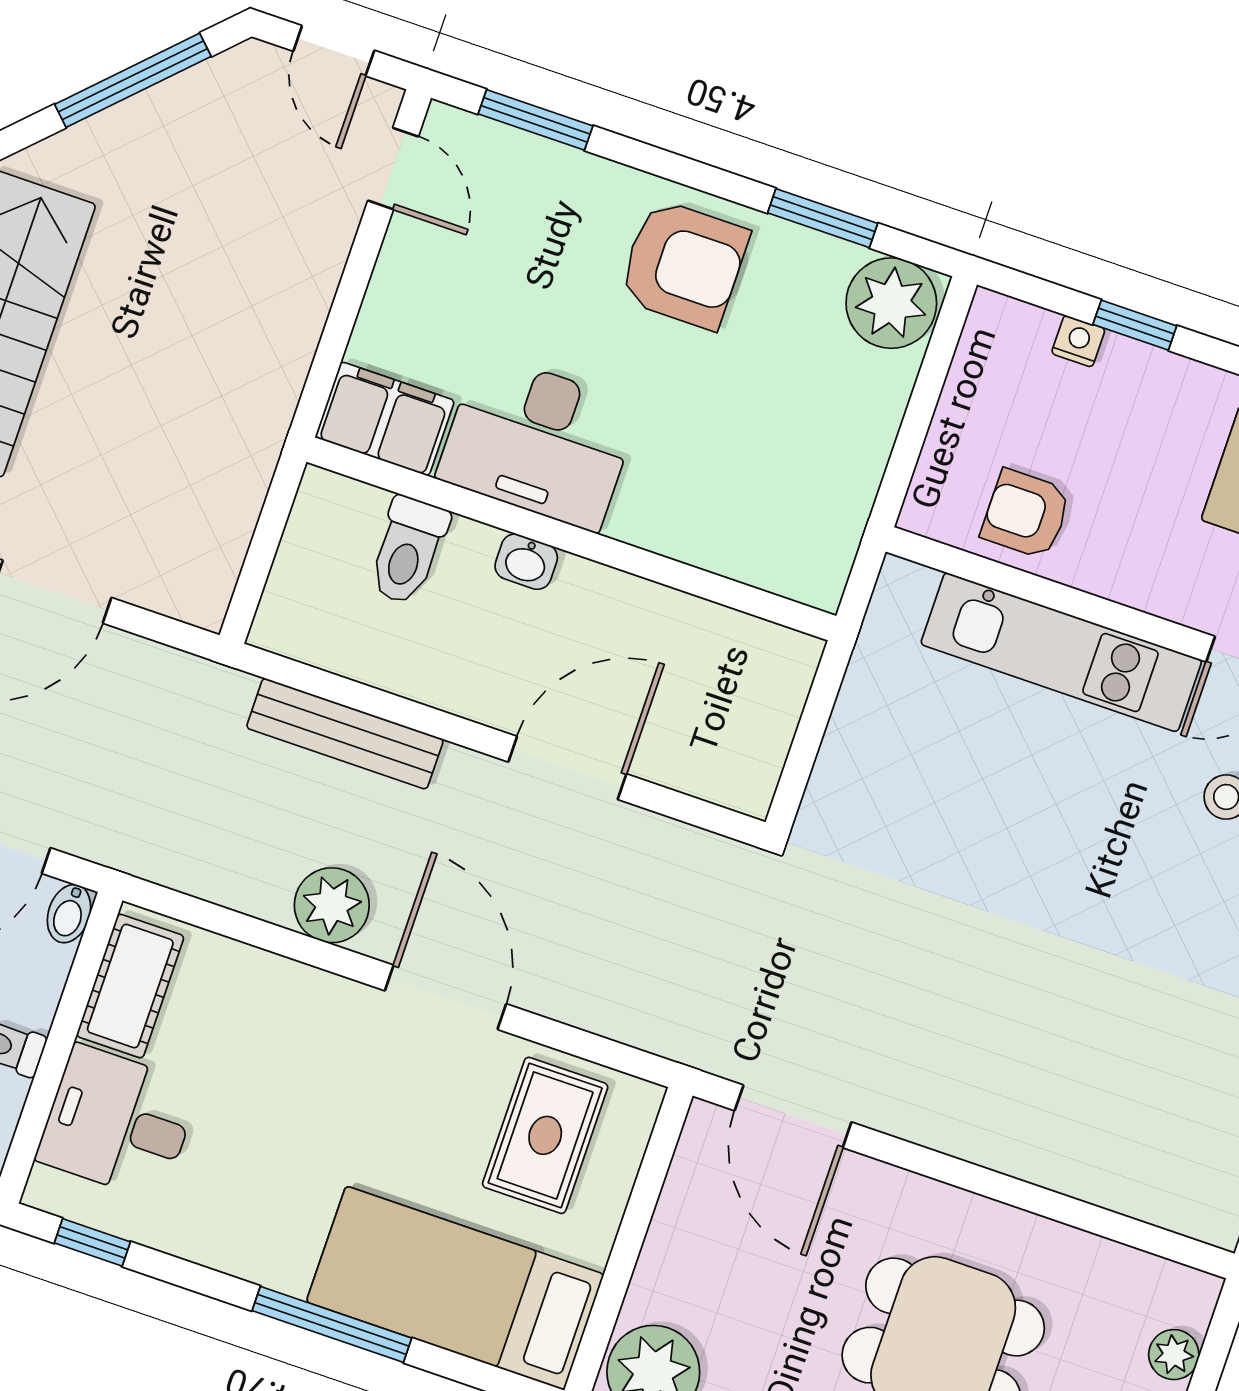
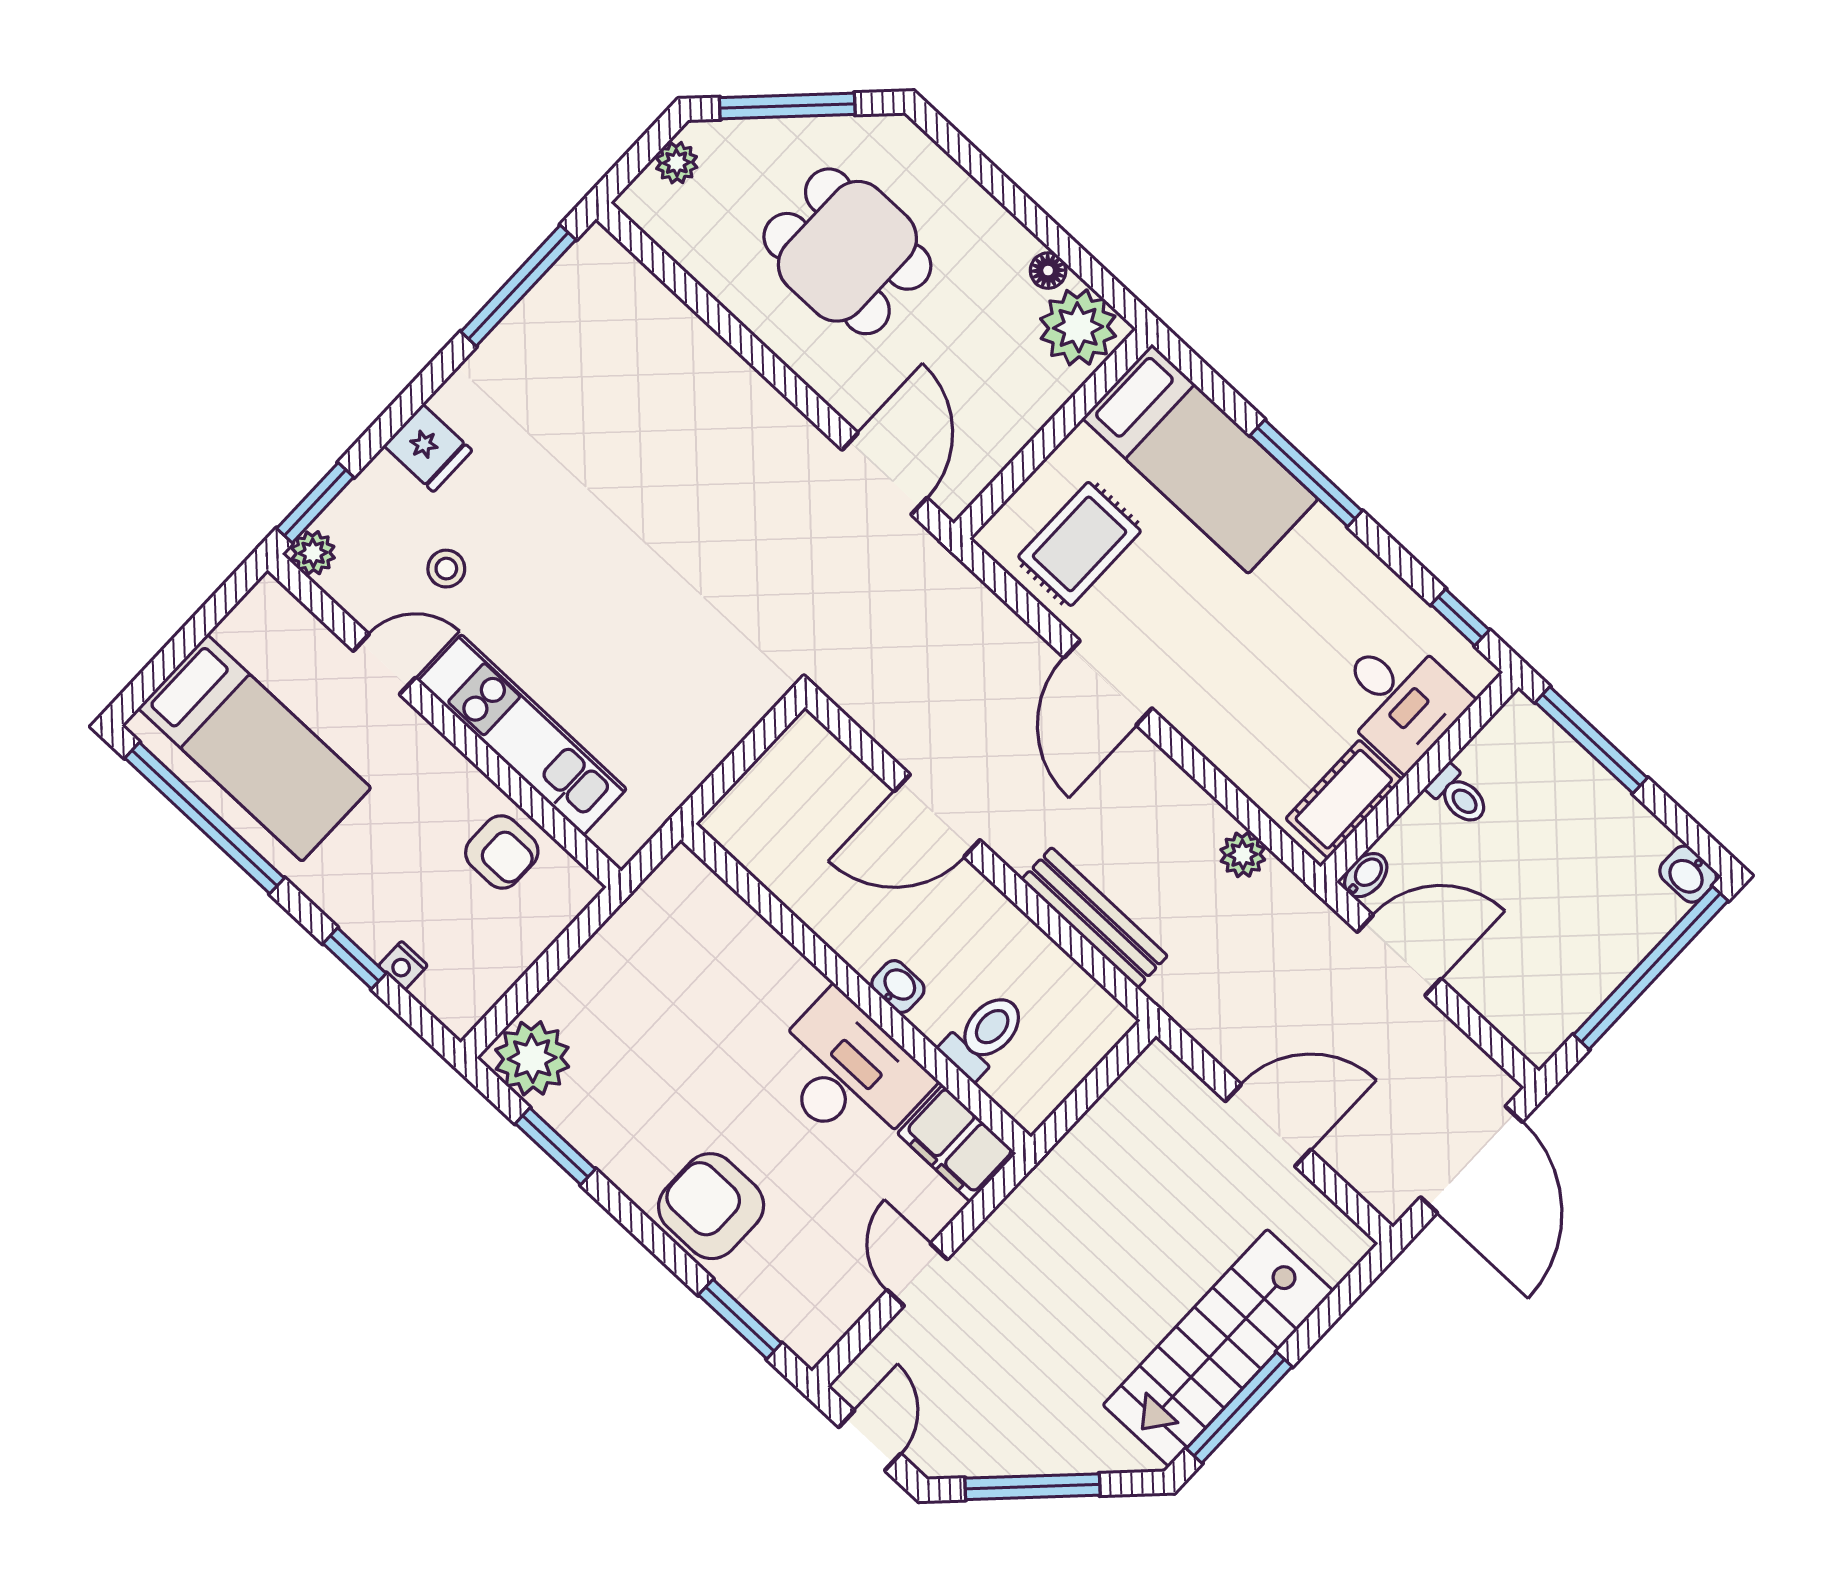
door: (393, 169) -> (917, 1275), moved
armchair: (684, 264) -> (711, 1206), moved
plant: (332, 905) -> (1243, 855), moved, width x0.73, depth x0.73

